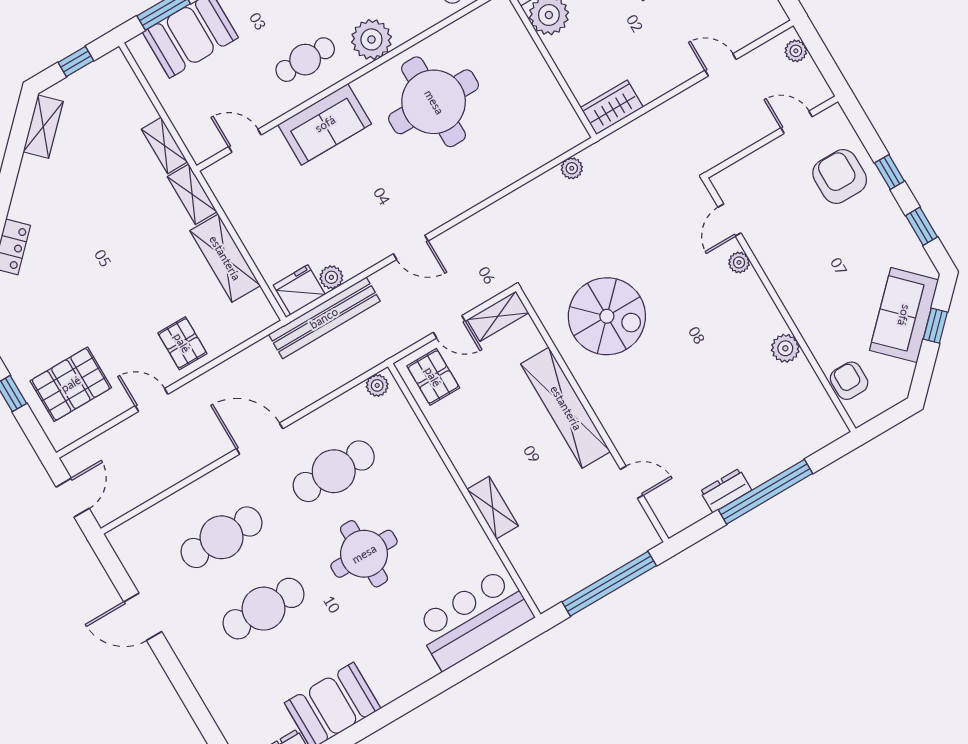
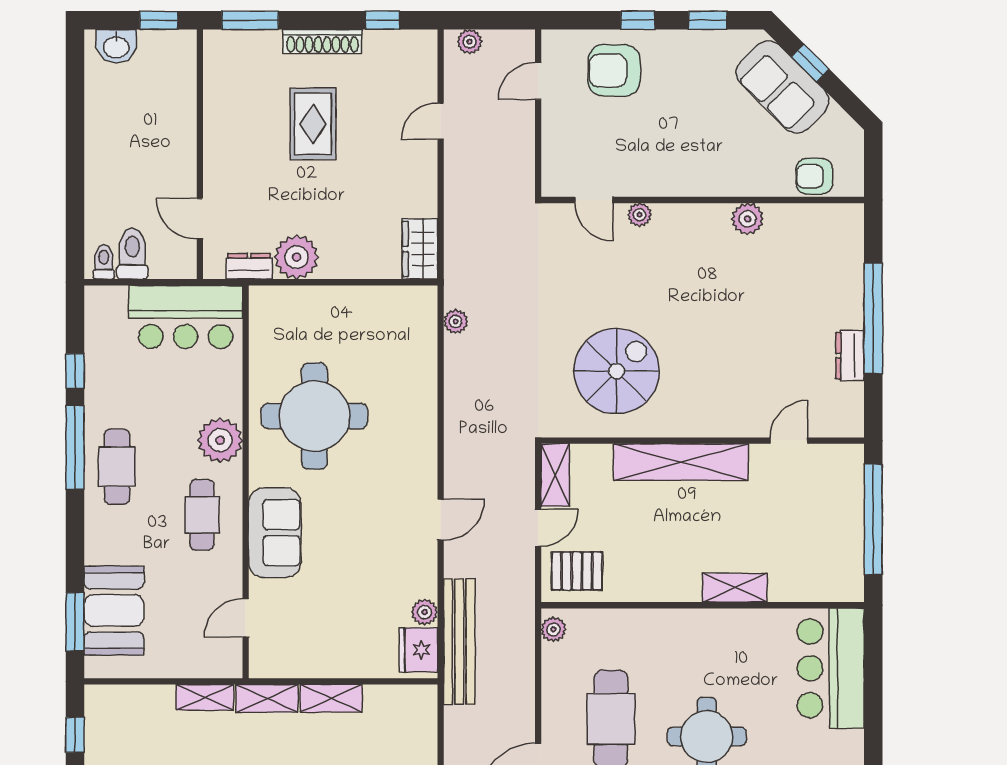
shelving: (225, 258) -> (331, 698), width x0.67, depth x0.75

